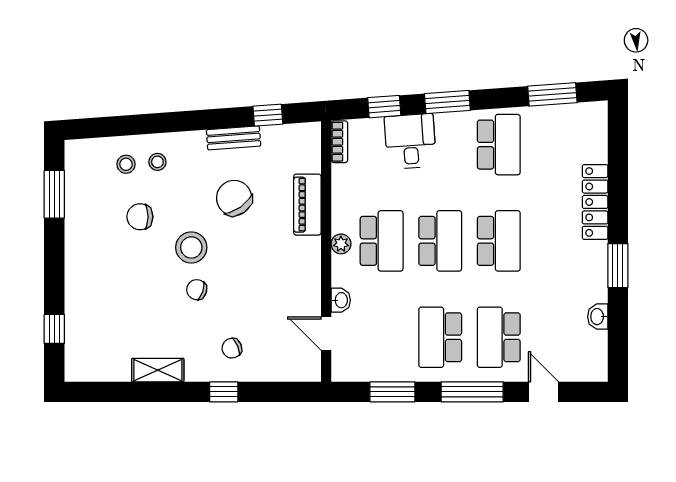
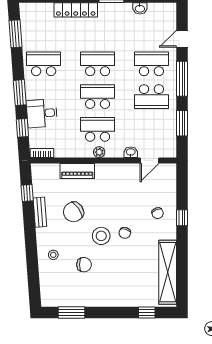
stool: (126, 164) -> (55, 272), removed
chair: (140, 217) -> (84, 265), turned -90
school desk: (499, 337) -> (151, 64), turned 180
shelving: (158, 370) -> (168, 272), width x2.20, depth x1.33

